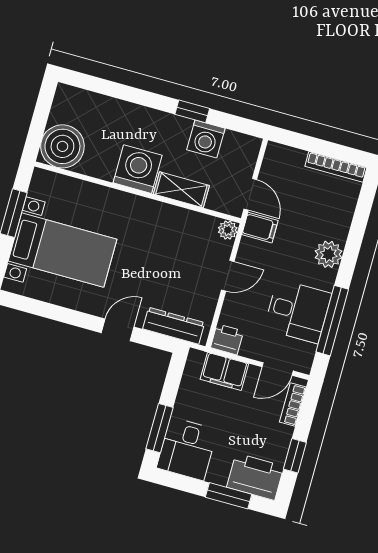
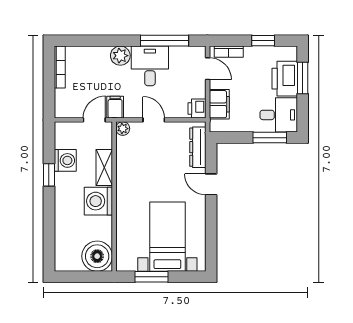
desk: (298, 311) -> (150, 66), moved
printer: (255, 477) -> (285, 79), moved

